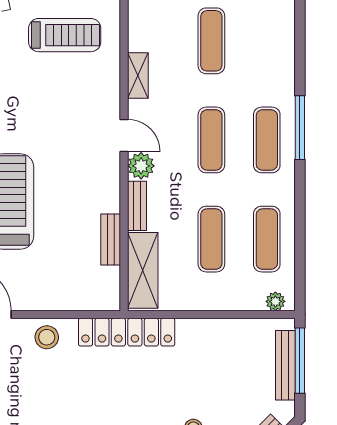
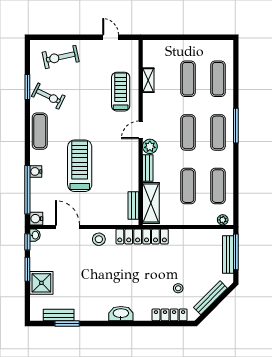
treadmill: (65, 35) -> (121, 92), moved, turned -90
exercise mat: (267, 41) -> (218, 79), added
shelving: (138, 75) -> (148, 80), moved
door: (124, 135) -> (141, 130), swing flipped
bench: (111, 240) -> (133, 206), moved

